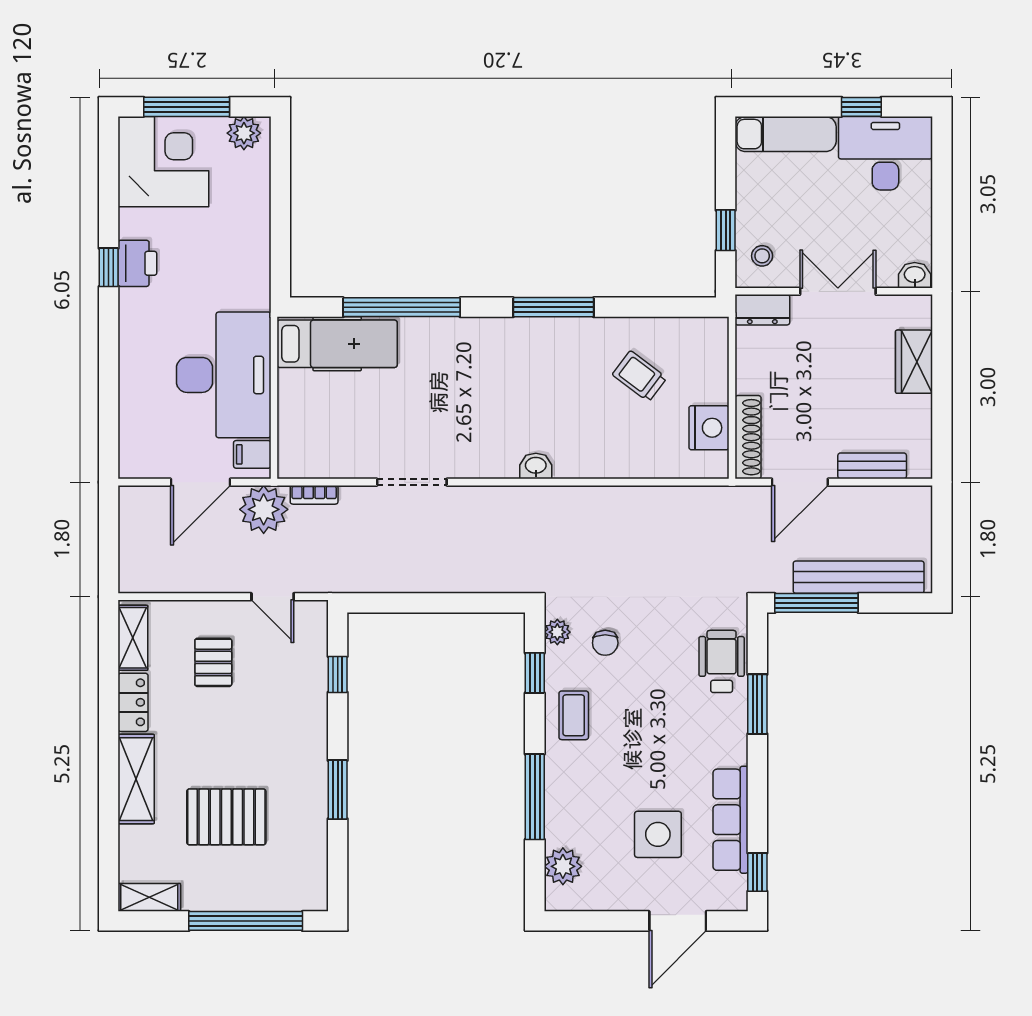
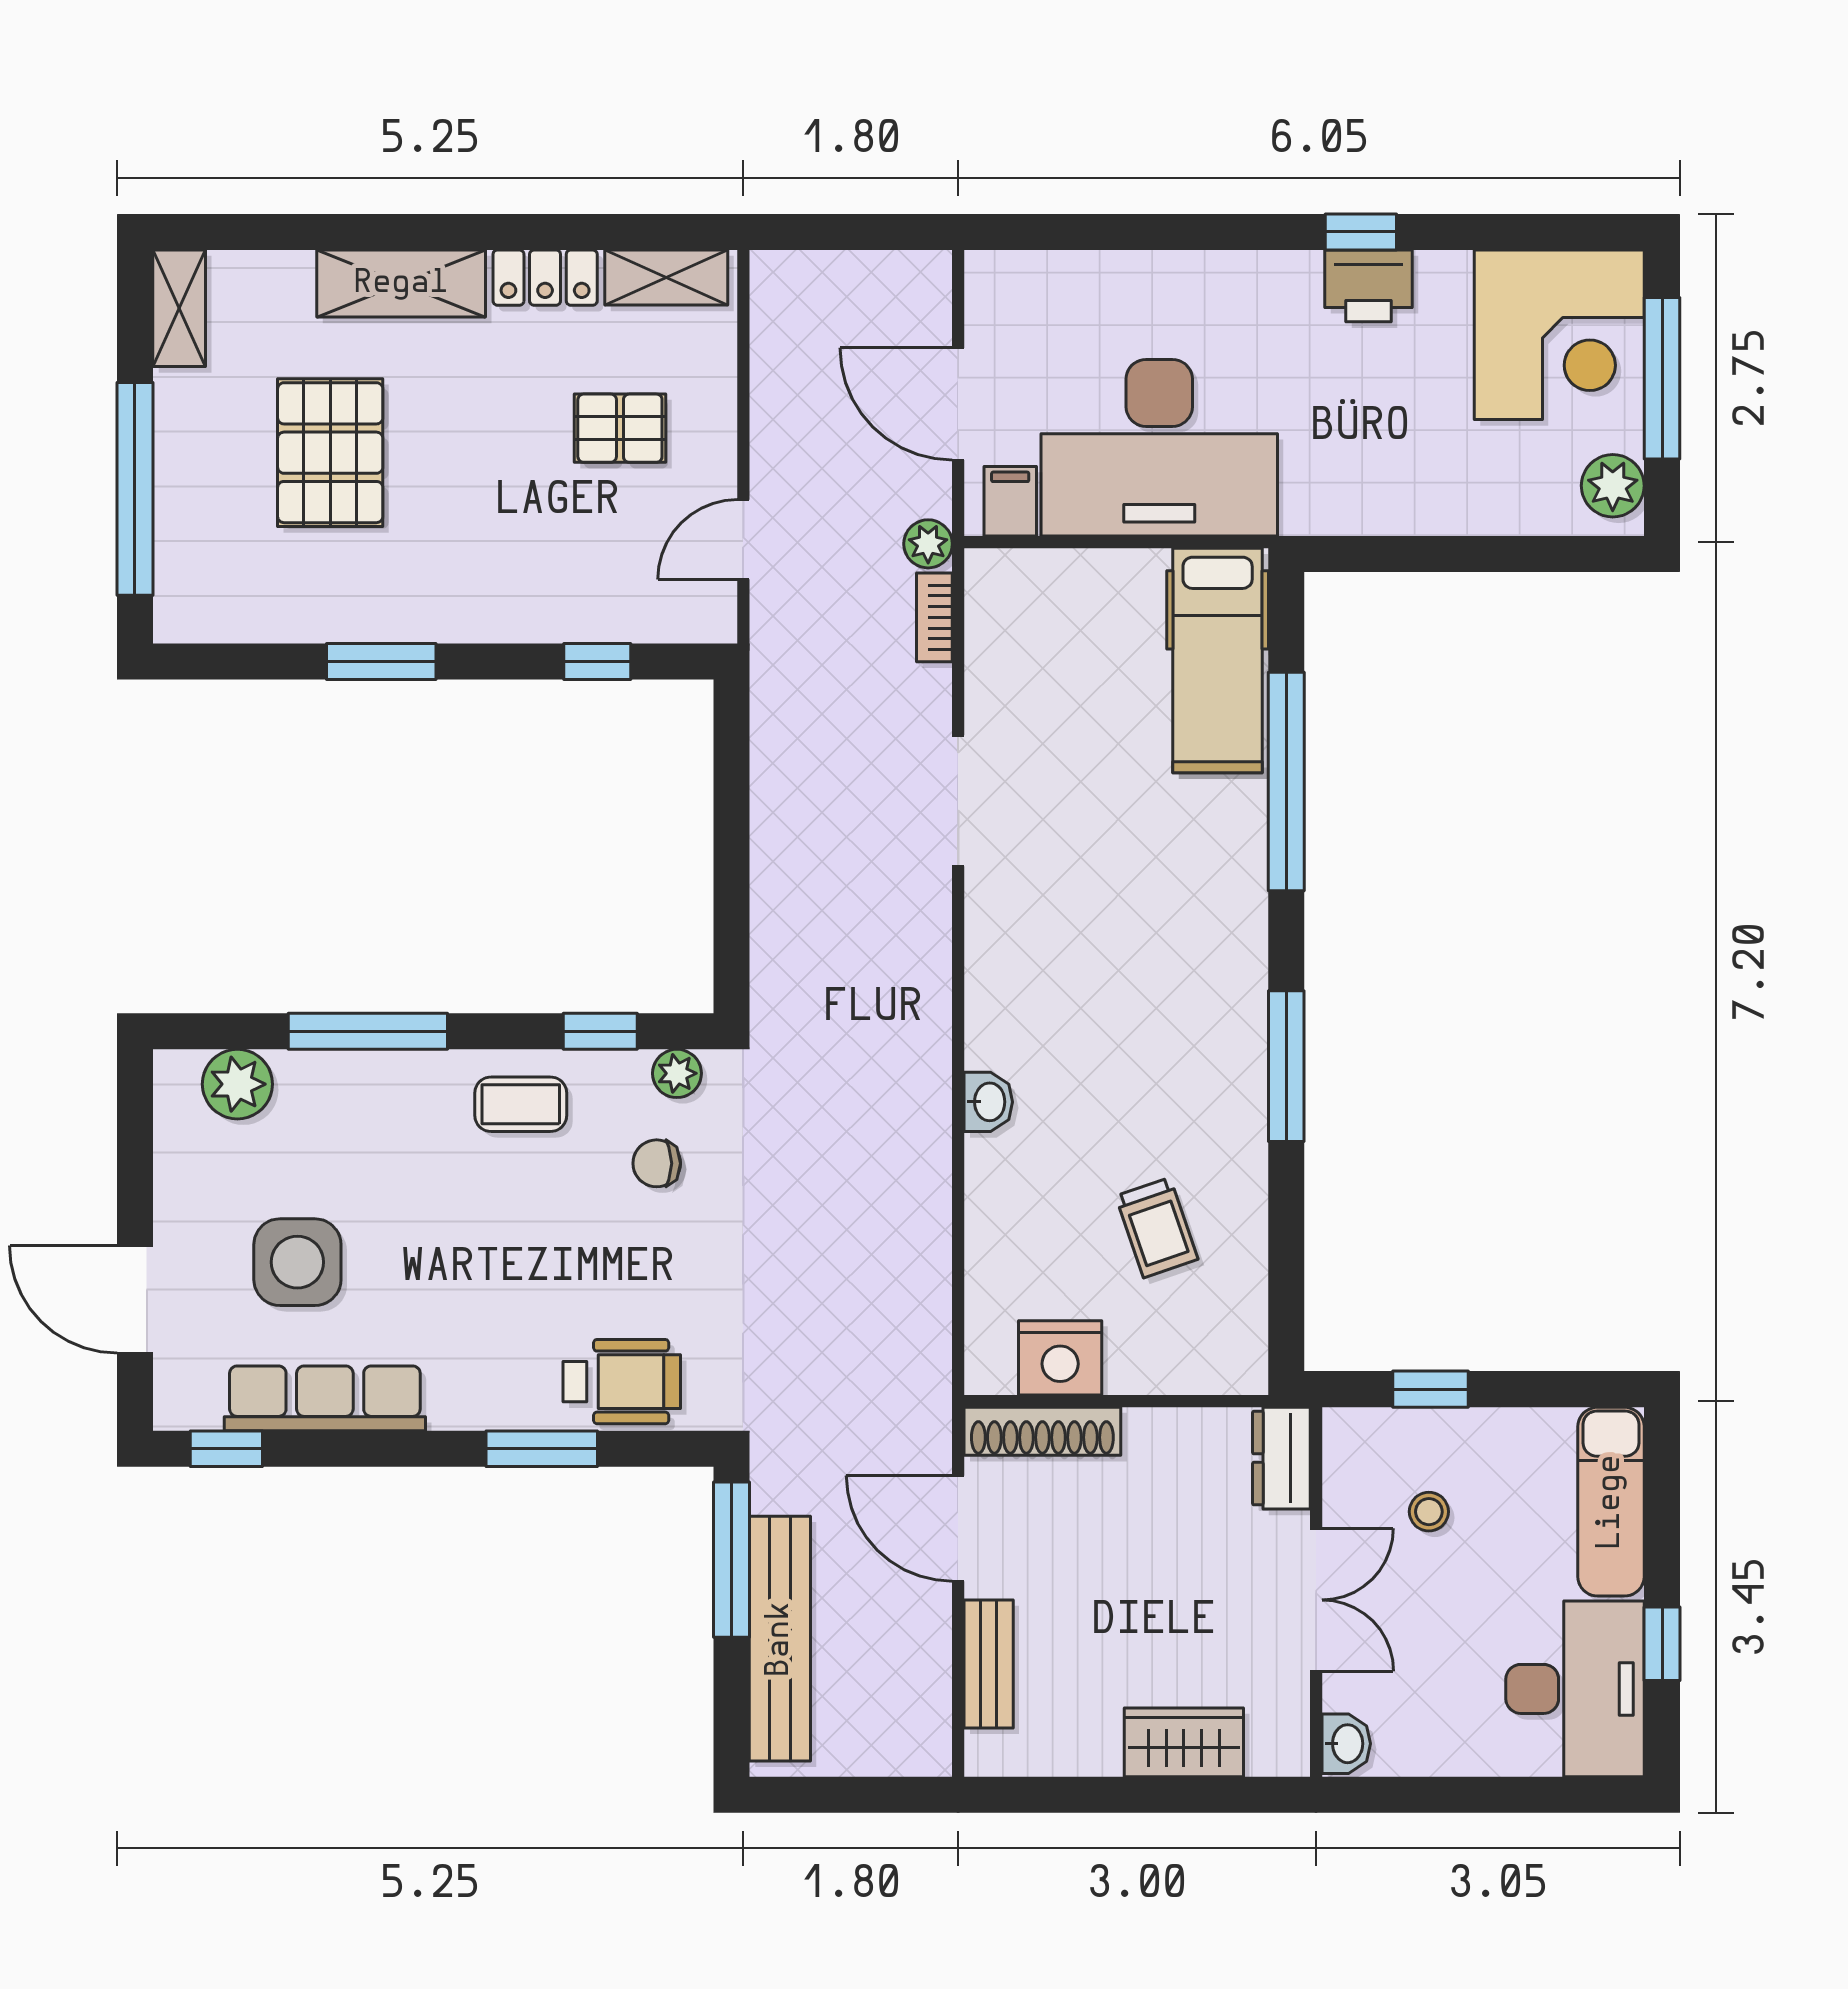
stool: (762, 256) -> (1429, 1512), moved
trolley: (639, 376) -> (1157, 1228), turned 124
washbasin: (536, 466) -> (988, 1102), moved
plant: (264, 509) -> (928, 544), width x0.53, depth x0.53

